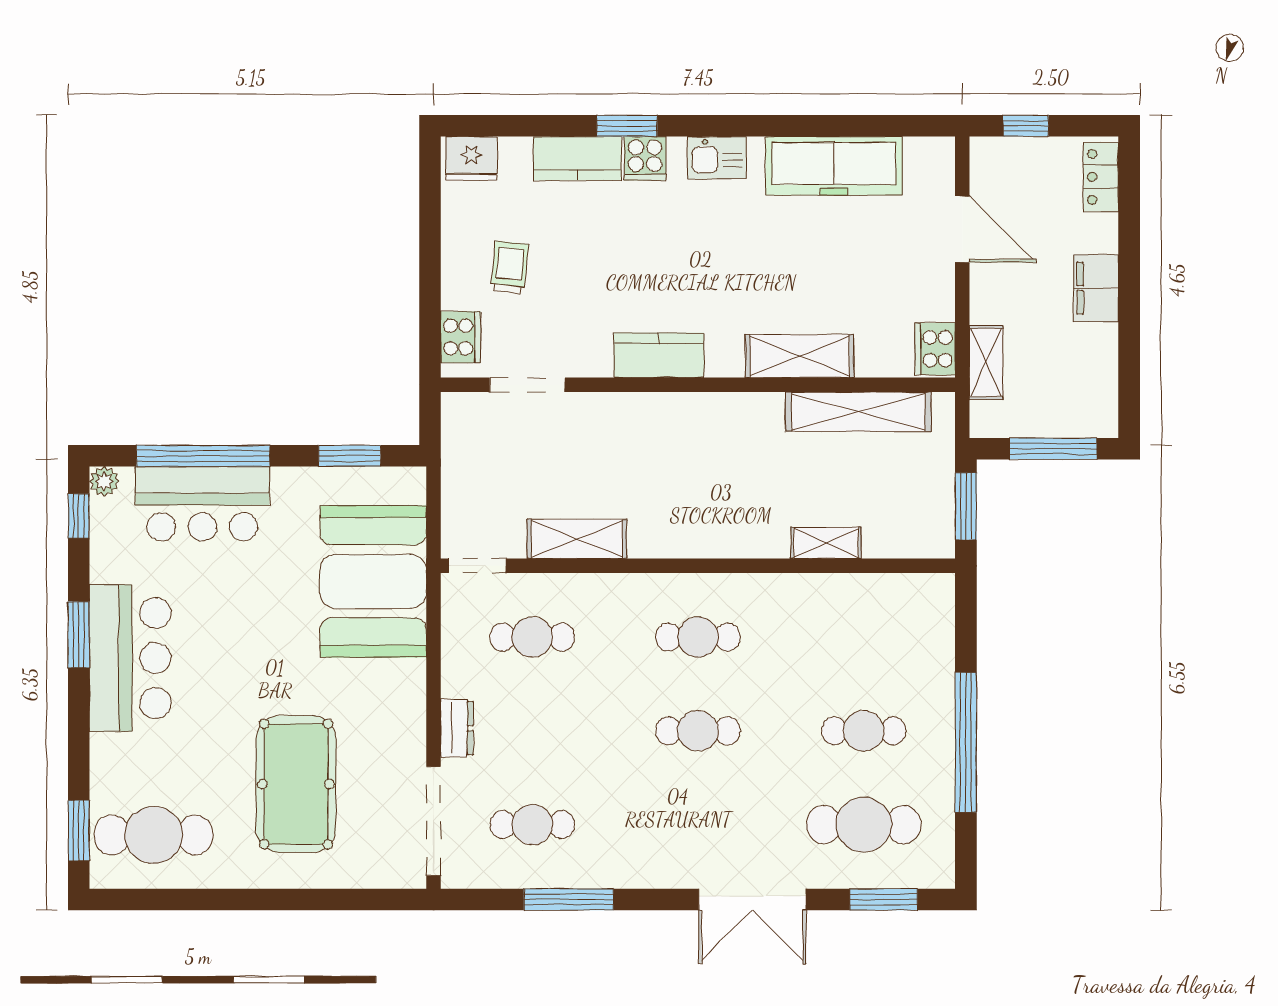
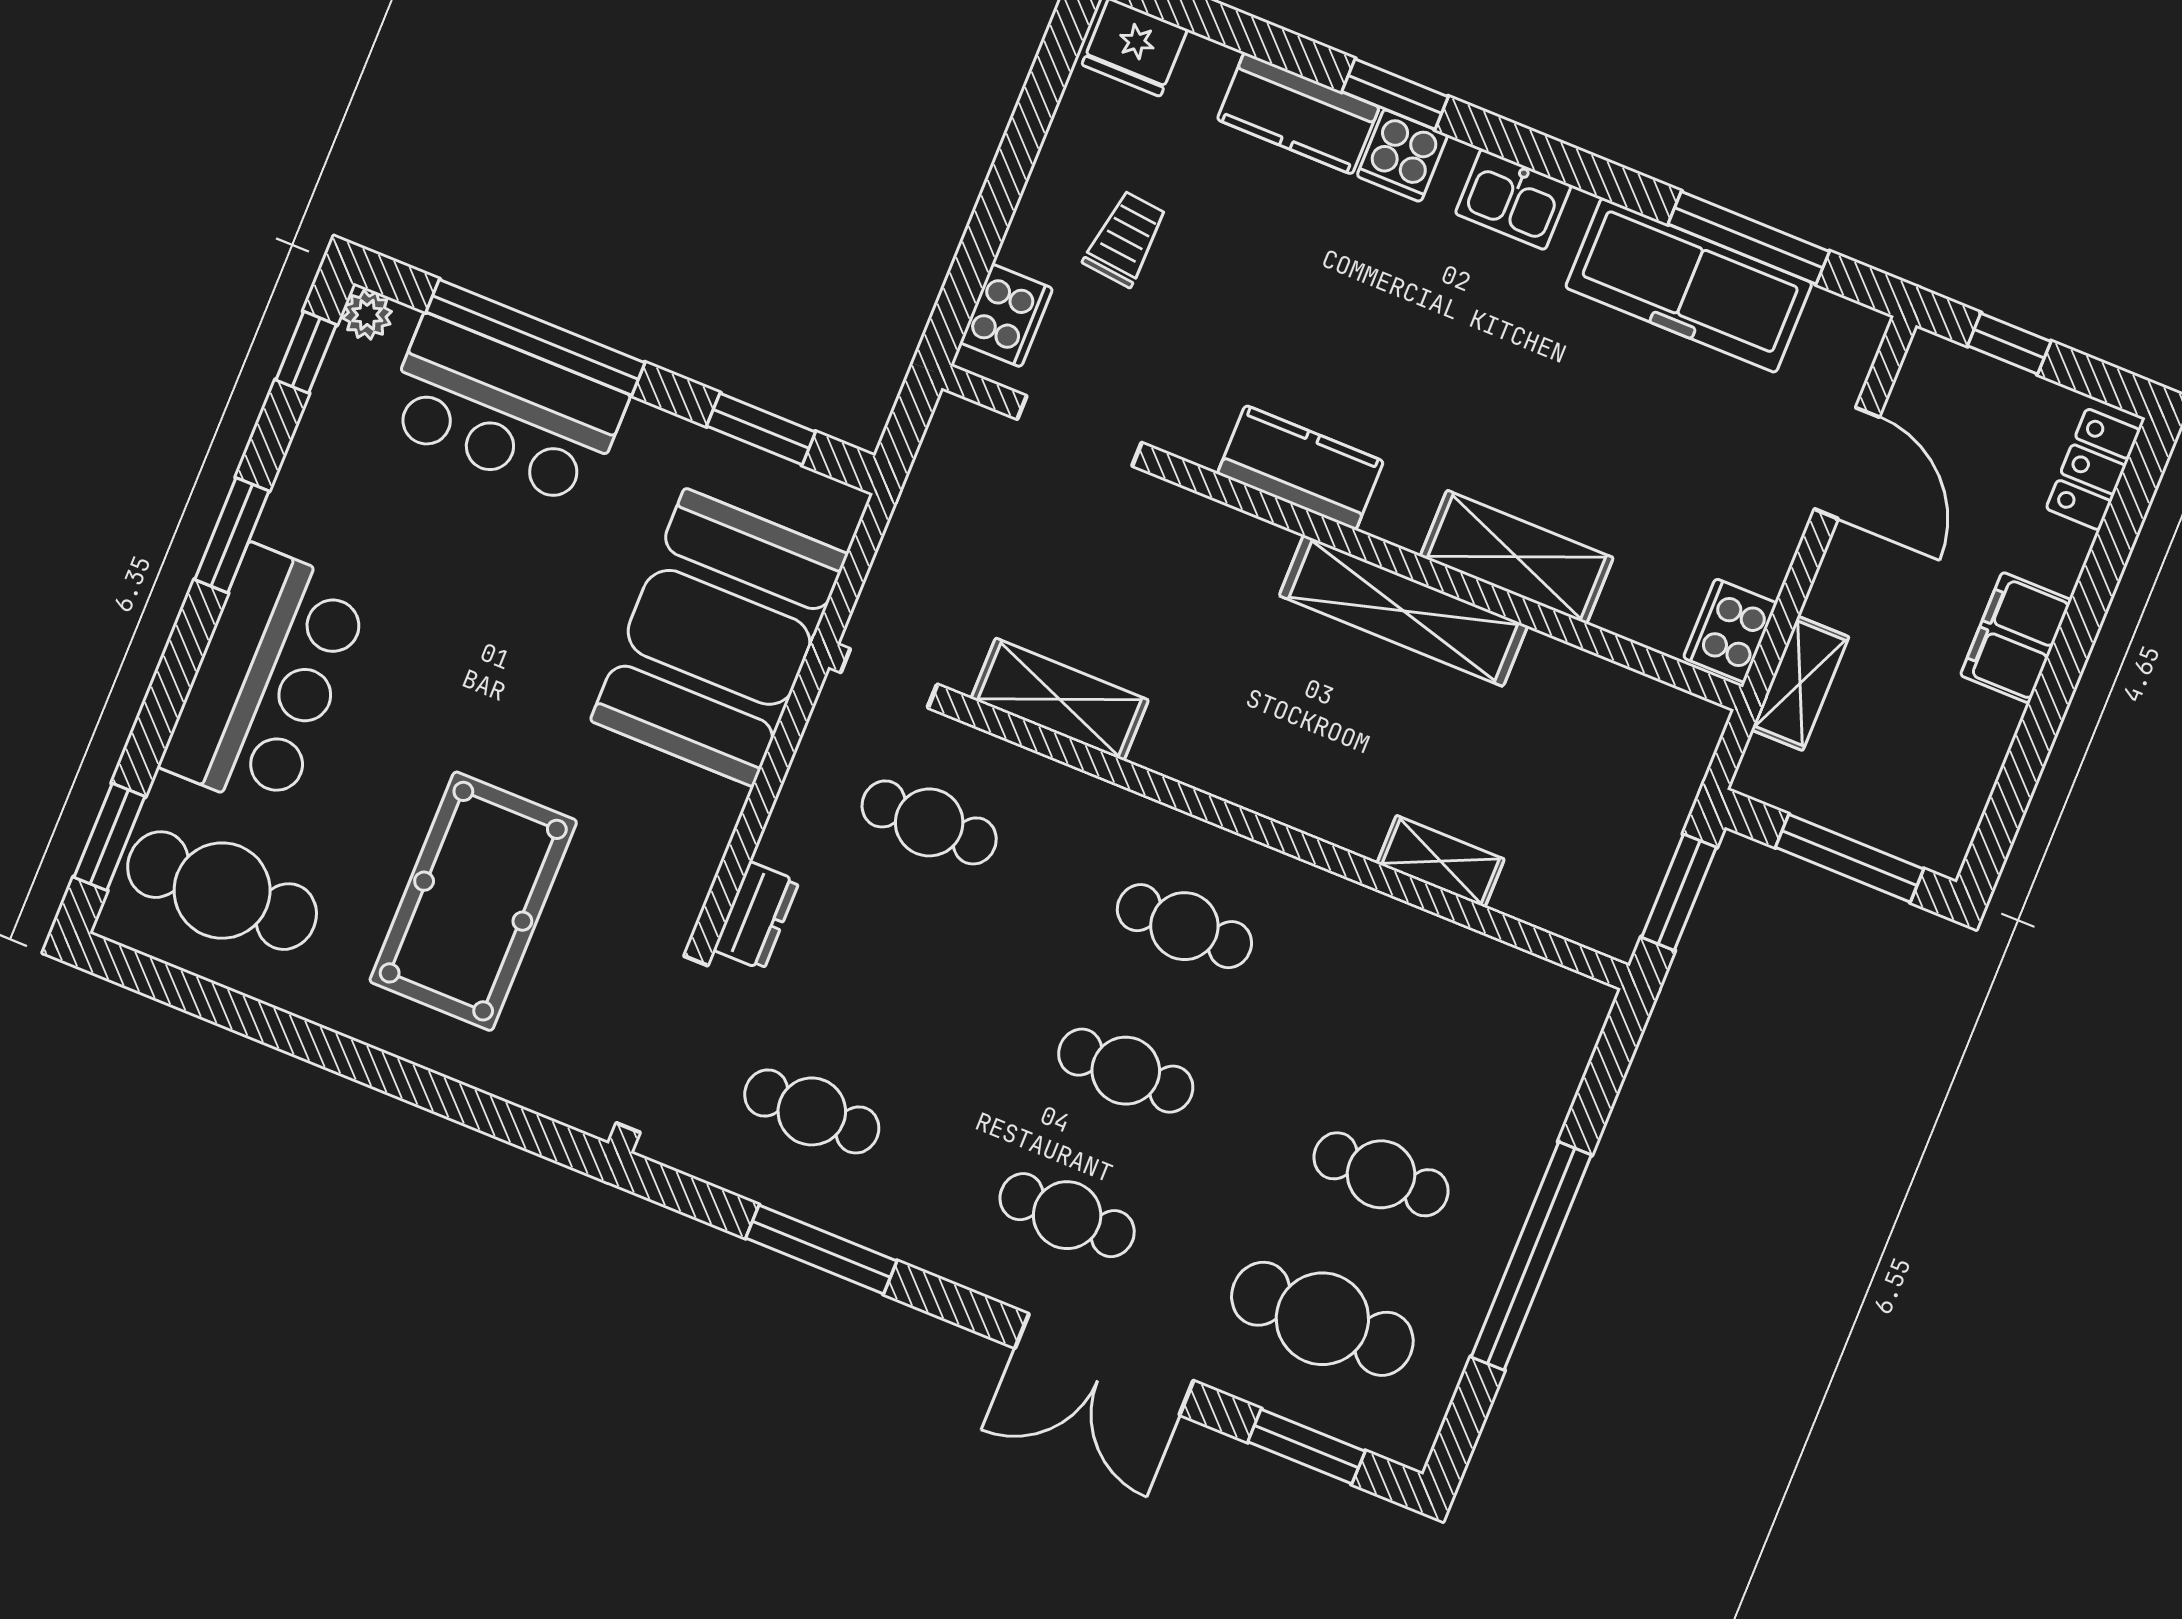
window: (857, 126) -> (1749, 238), added
shelving: (858, 412) -> (1403, 611), moved
bar counter: (130, 658) -> (266, 679), moved
cafe table: (698, 825) -> (1067, 1215), added

